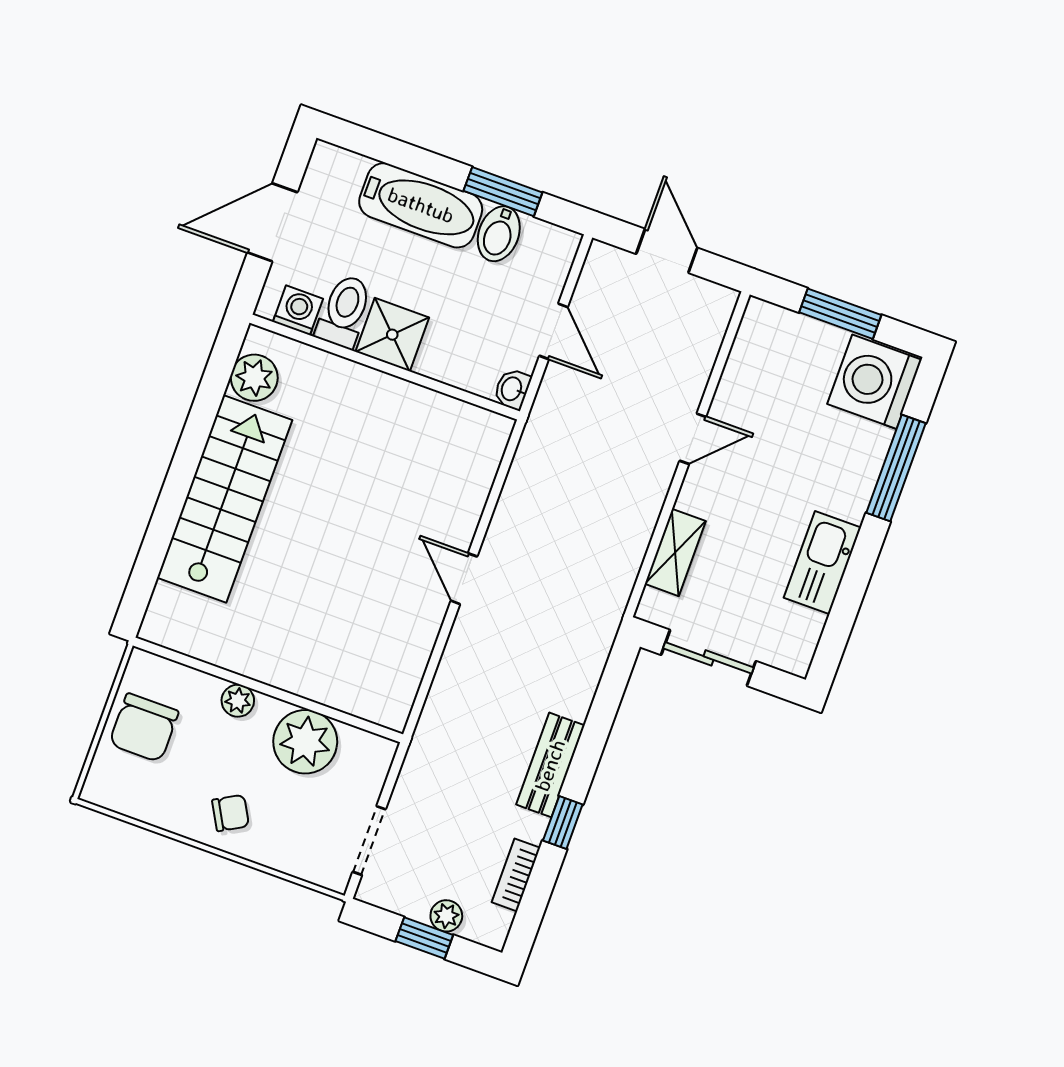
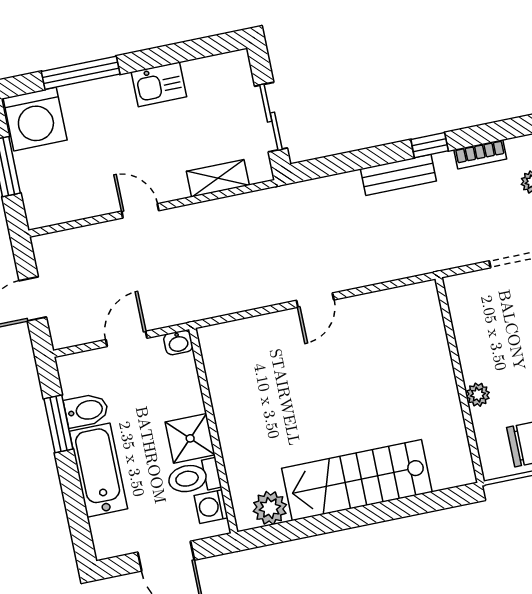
kitchen sink: (822, 563) -> (159, 84), width x0.73
plant: (305, 742) -> (478, 337), removed

